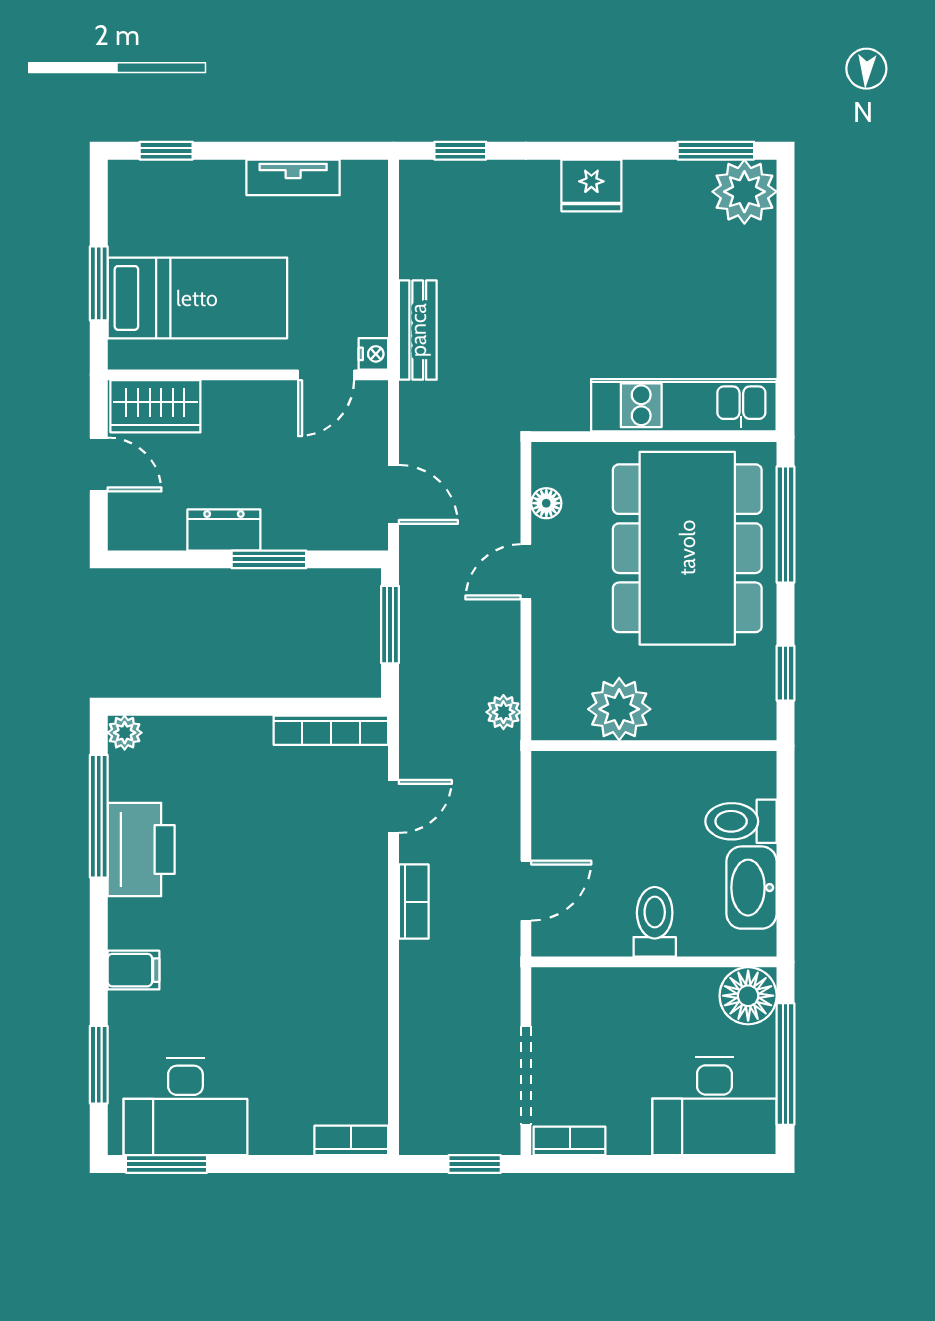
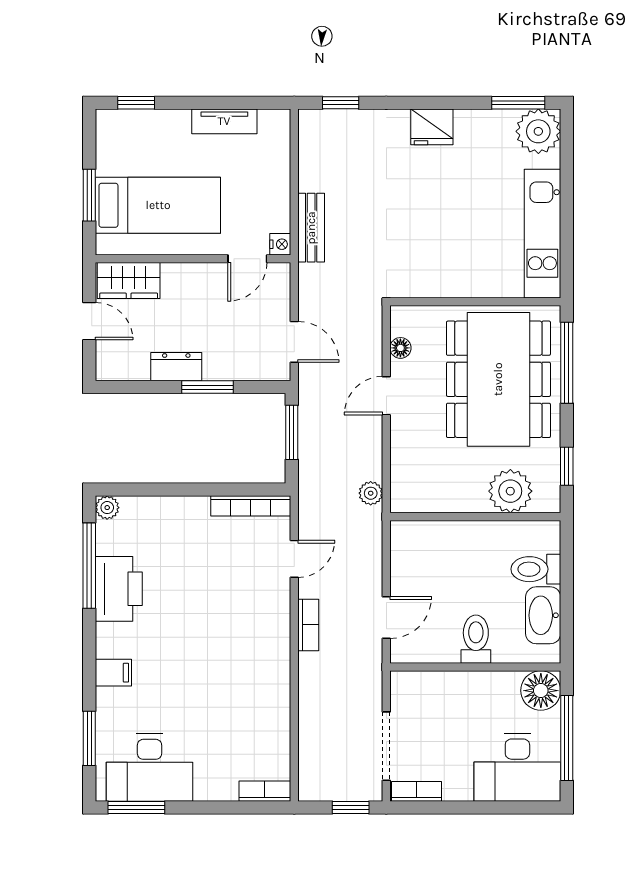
kitchen unit: (684, 405) -> (542, 234), moved, turned -90
plant: (619, 709) -> (510, 491), moved

